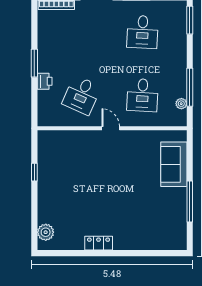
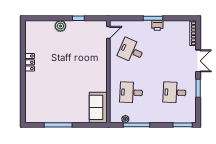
printer: (45, 81) -> (157, 25), moved
door: (111, 128) -> (108, 32), moved
sofa: (174, 164) -> (98, 107), moved, turned -90
plant: (46, 232) -> (60, 26), moved

